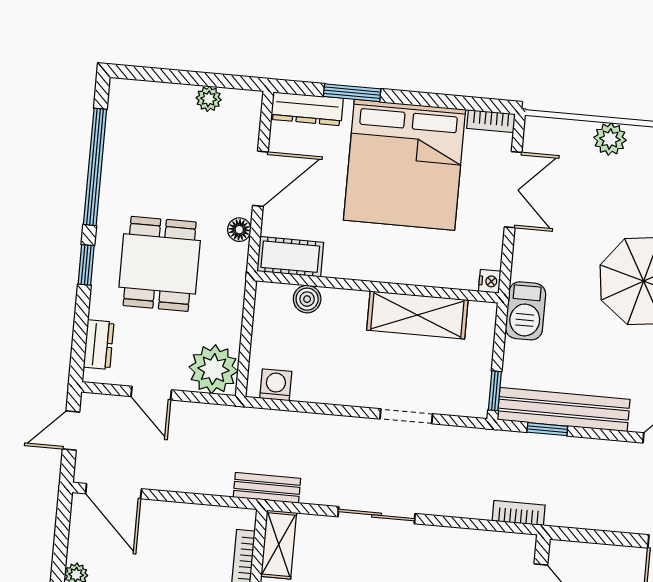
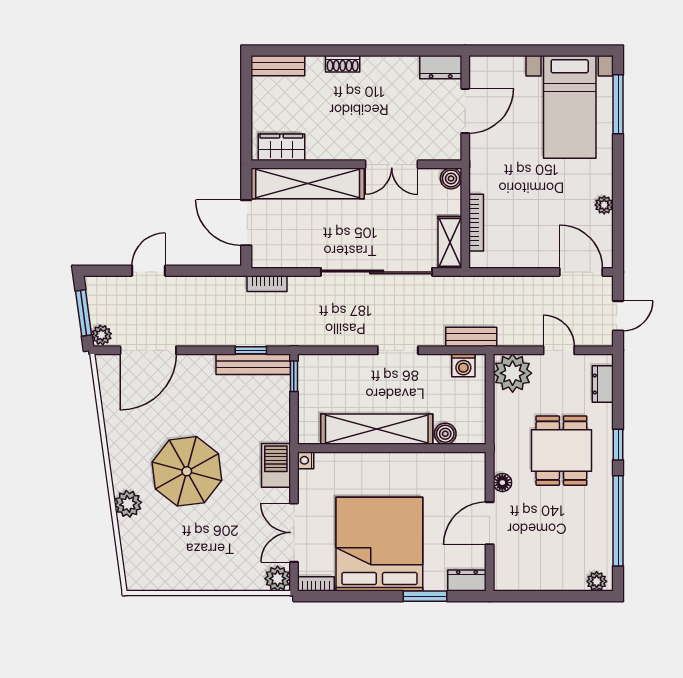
plant: (209, 99) -> (597, 581), moved
dresser: (307, 109) -> (467, 581), width x0.70
plant: (610, 139) -> (278, 579), moved
cot: (290, 257) -> (461, 465), removed
barbecue: (526, 311) -> (276, 465), moved
shelving: (417, 315) -> (377, 429), width x1.47
bench: (564, 410) -> (253, 364), width x0.73, depth x0.82
doorway: (406, 416) -> (398, 350), moved
bench: (267, 488) -> (471, 337), moved
sliding door: (376, 515) -> (377, 272), width x1.86

